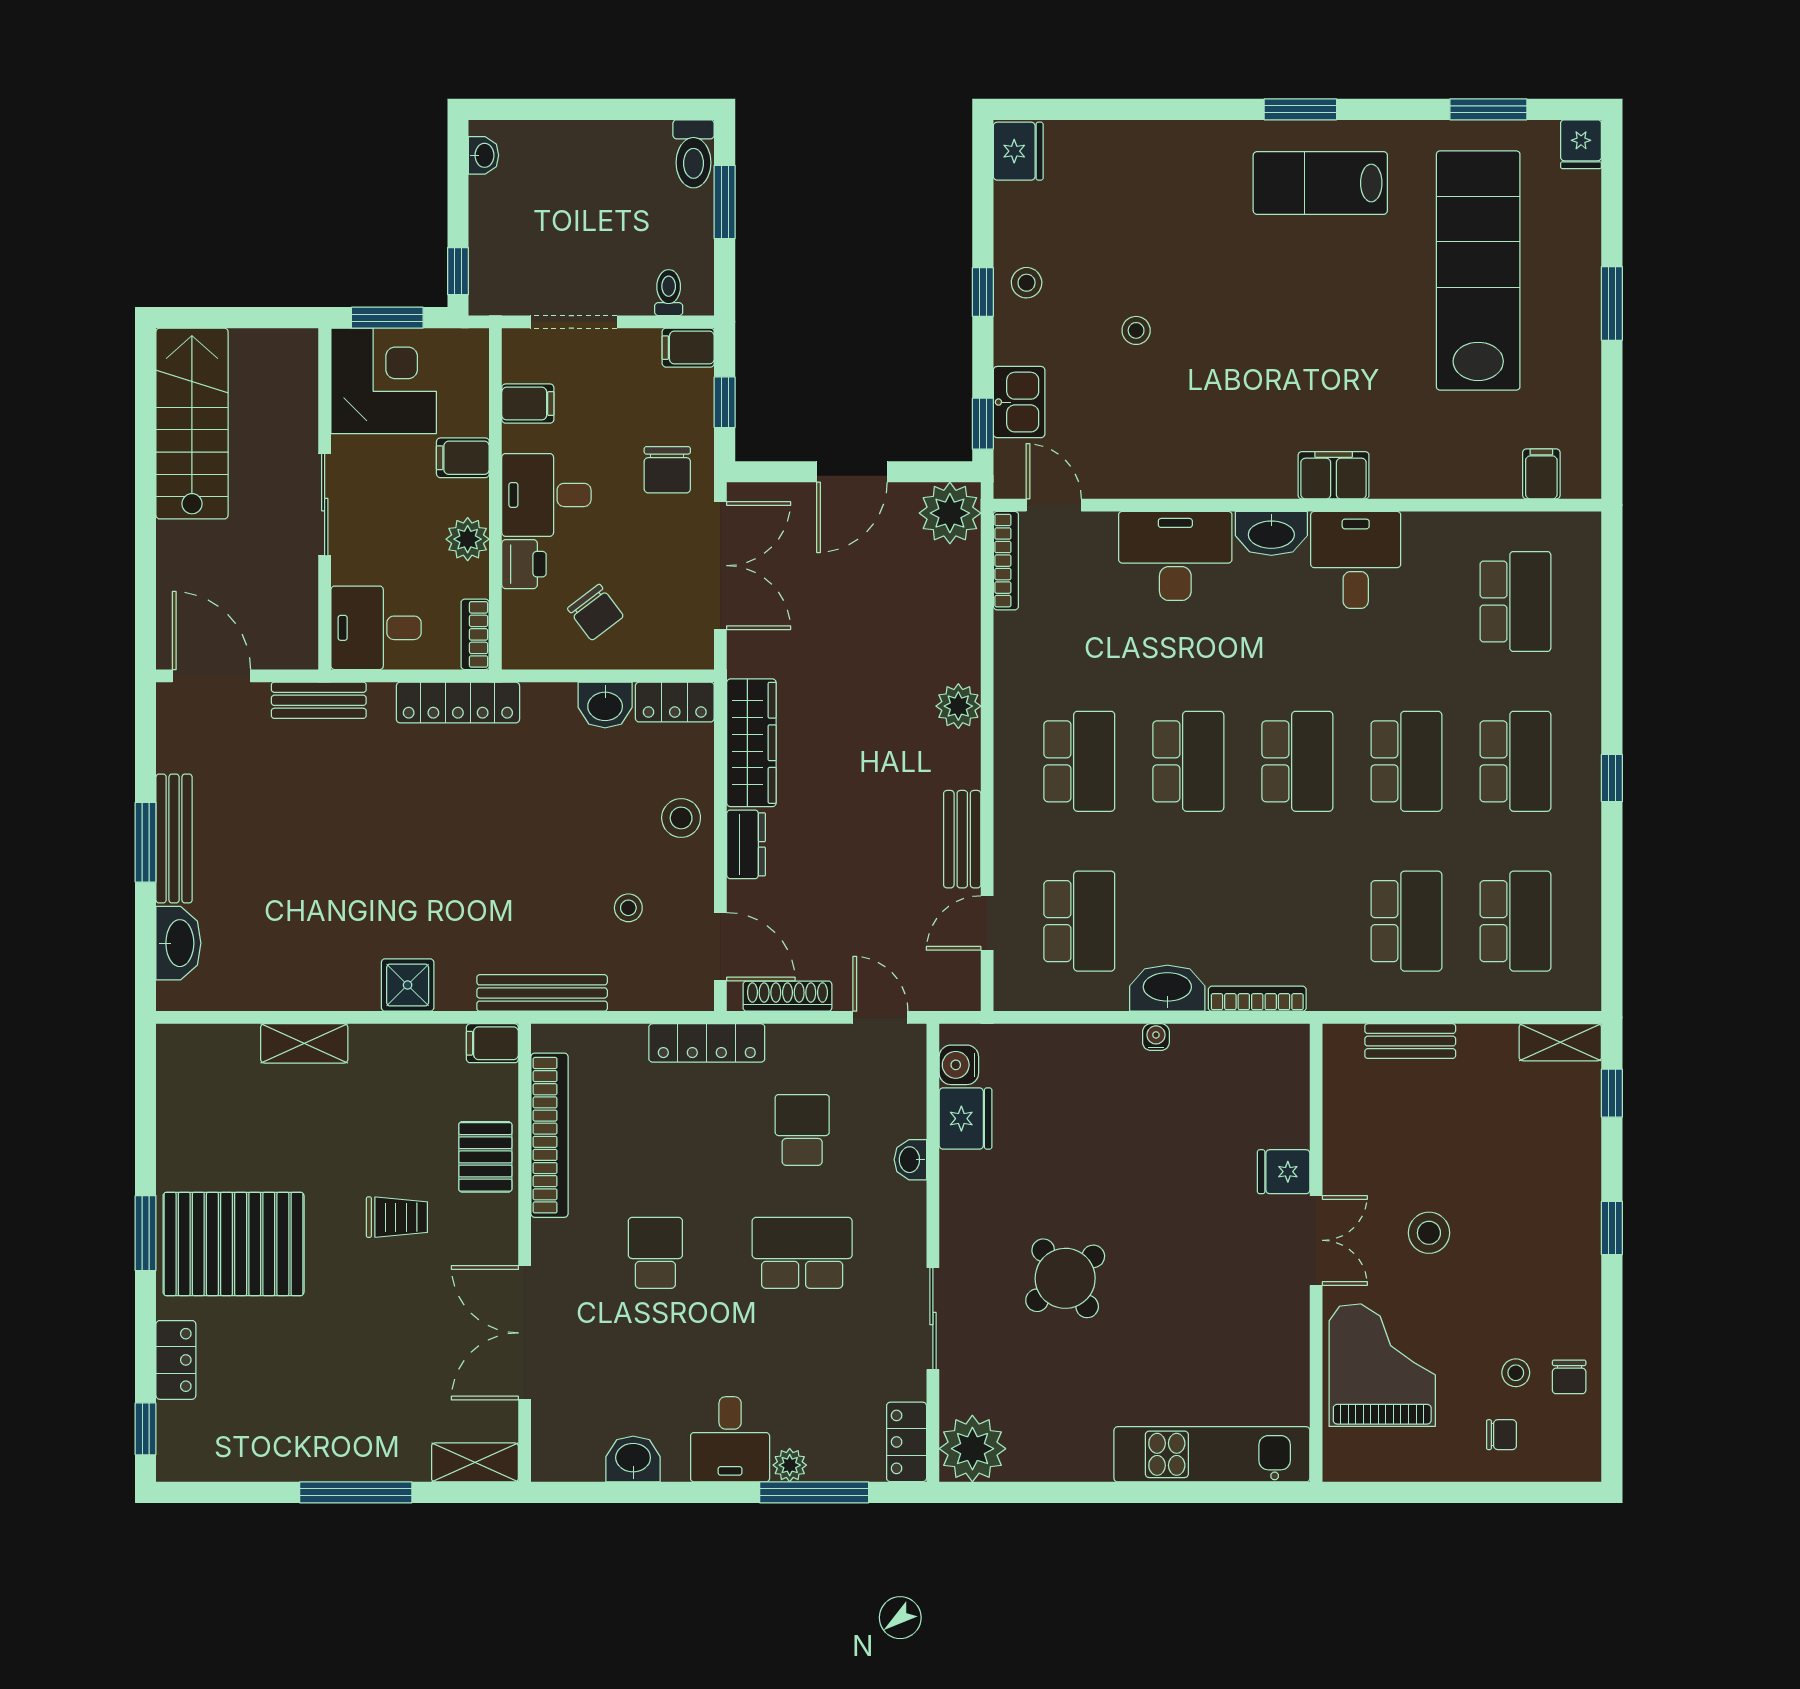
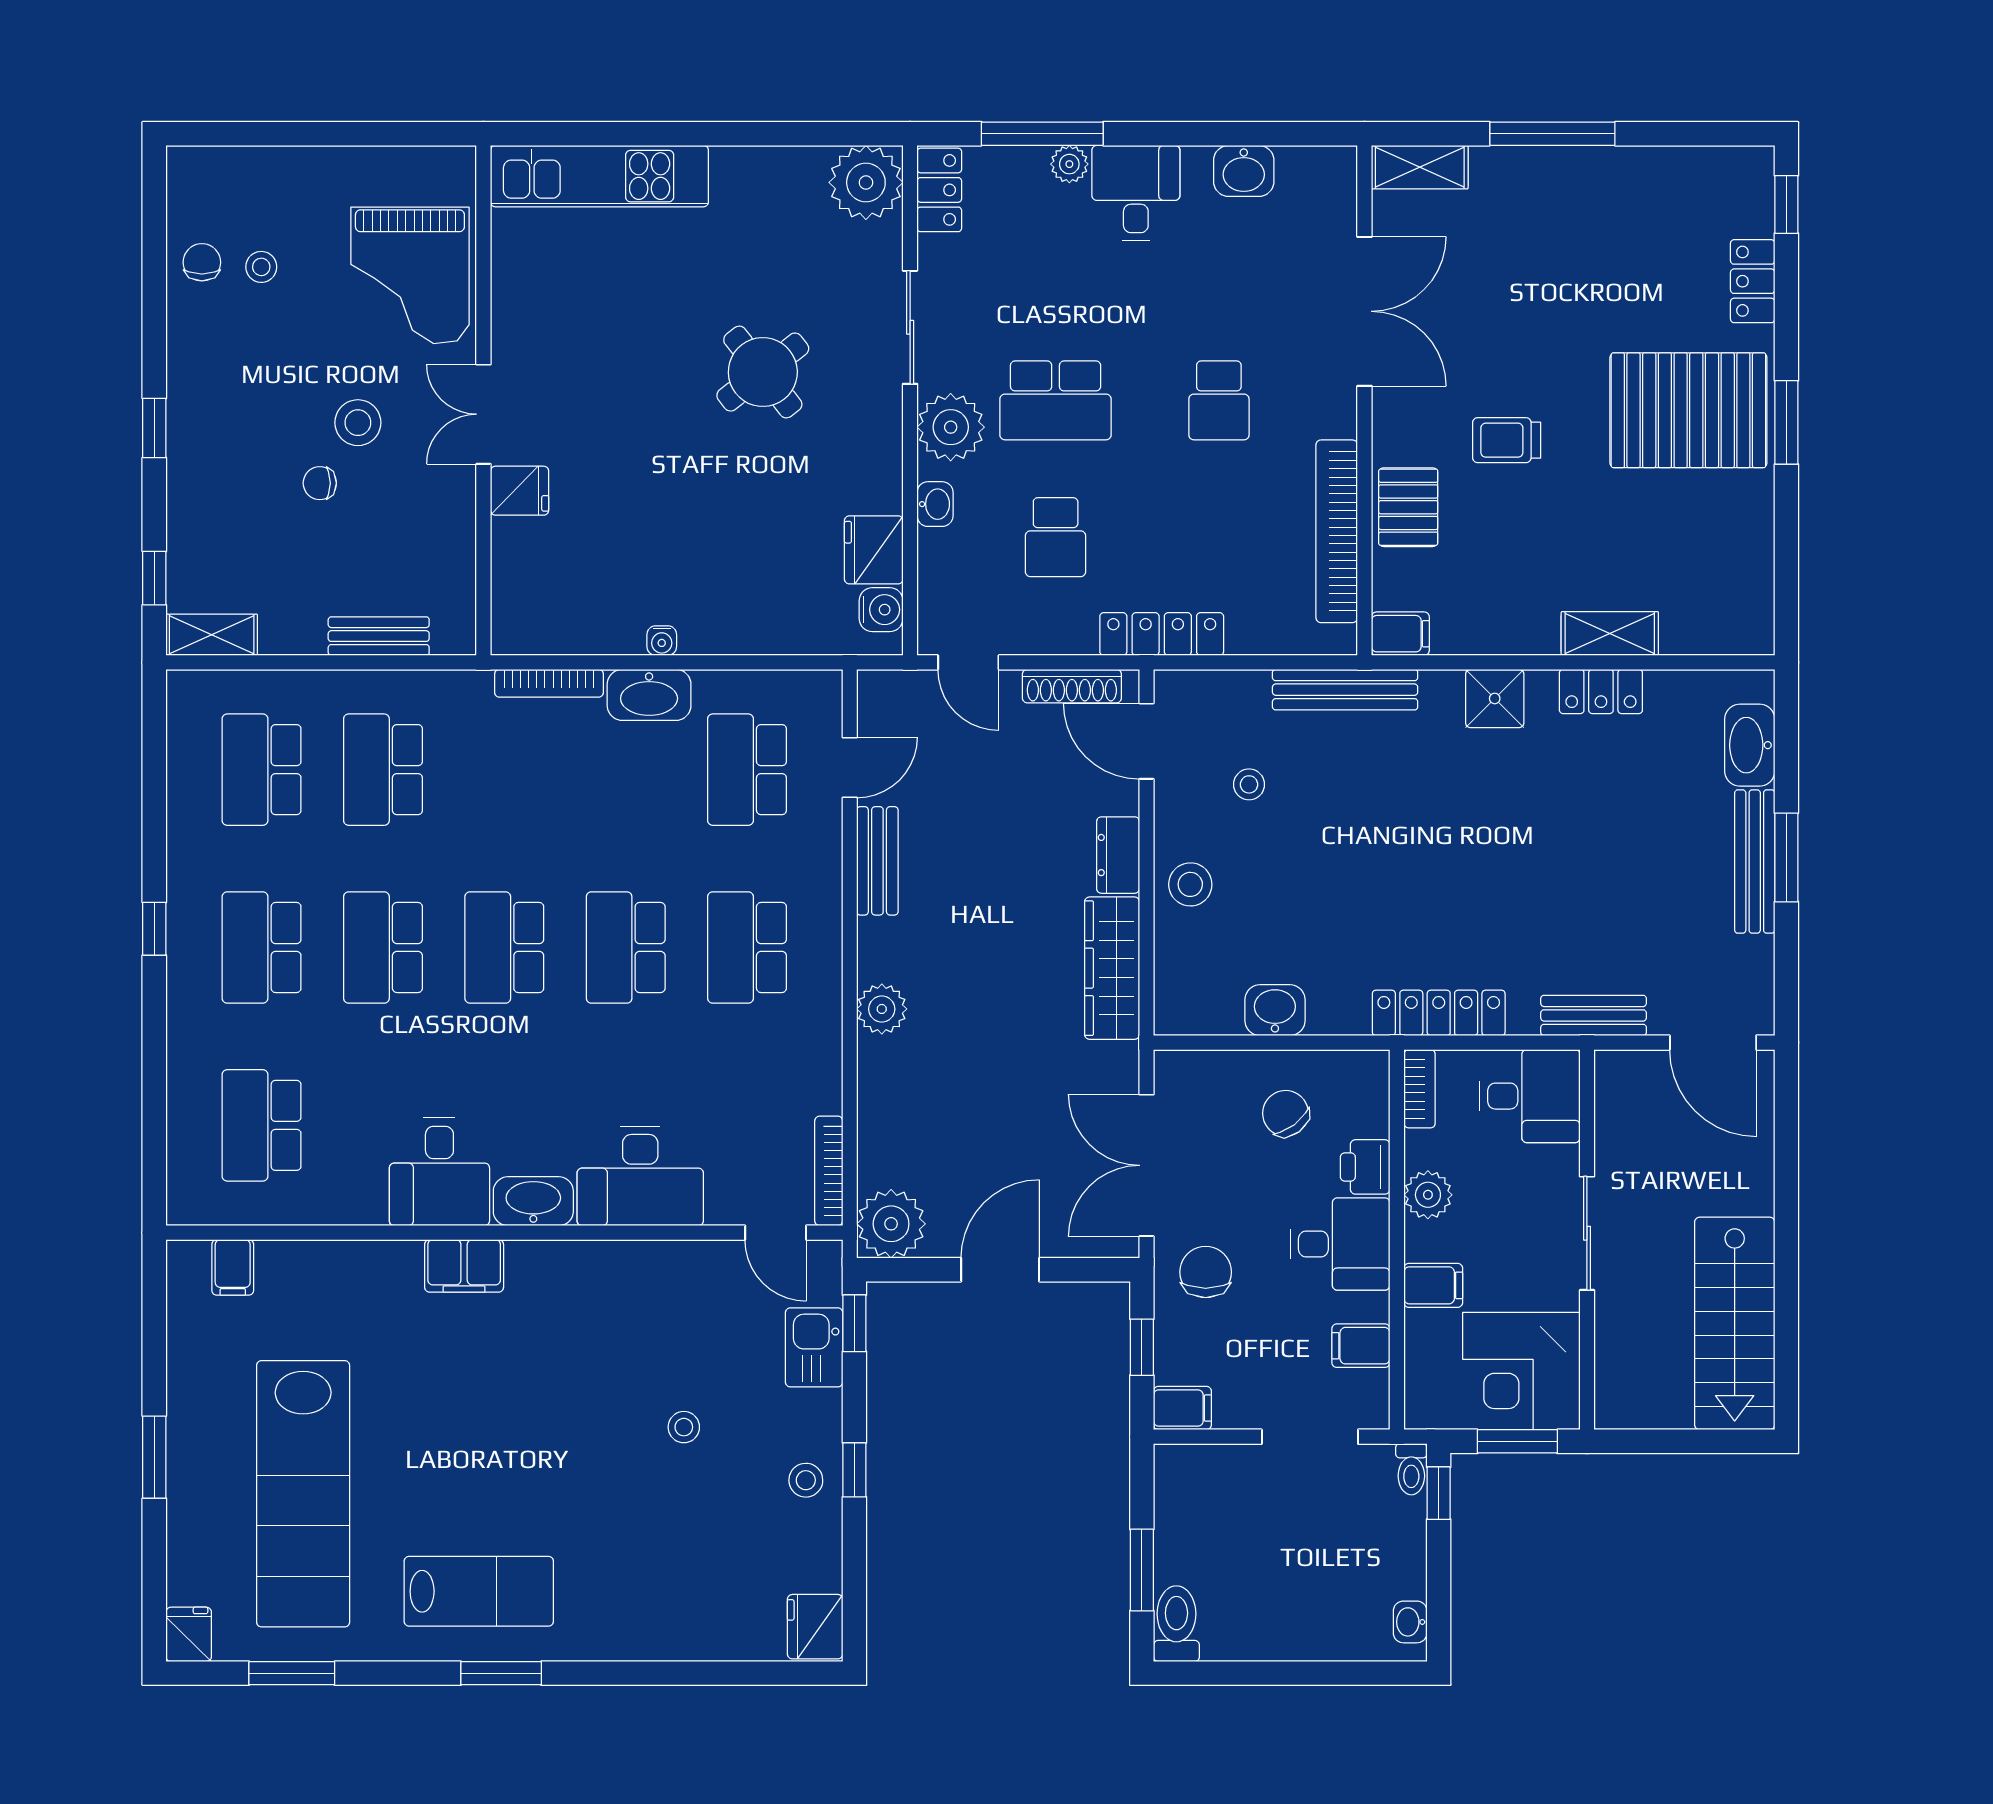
toilet: (669, 293) -> (1411, 1469), moved
locker: (675, 702) -> (1601, 691), moved, turned 180
plant: (896, 1229) -> (951, 427), added
chair: (1501, 1435) -> (320, 483), moved

